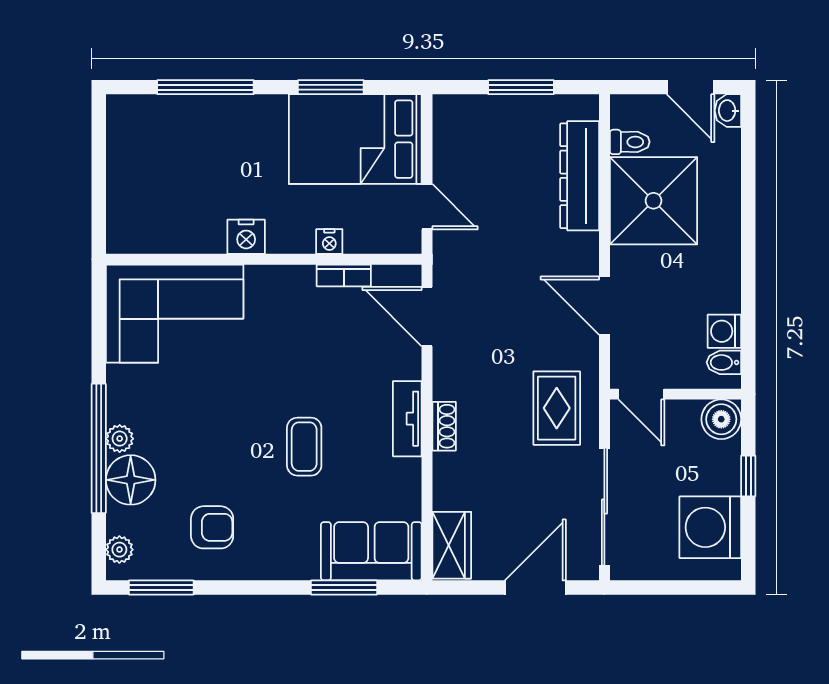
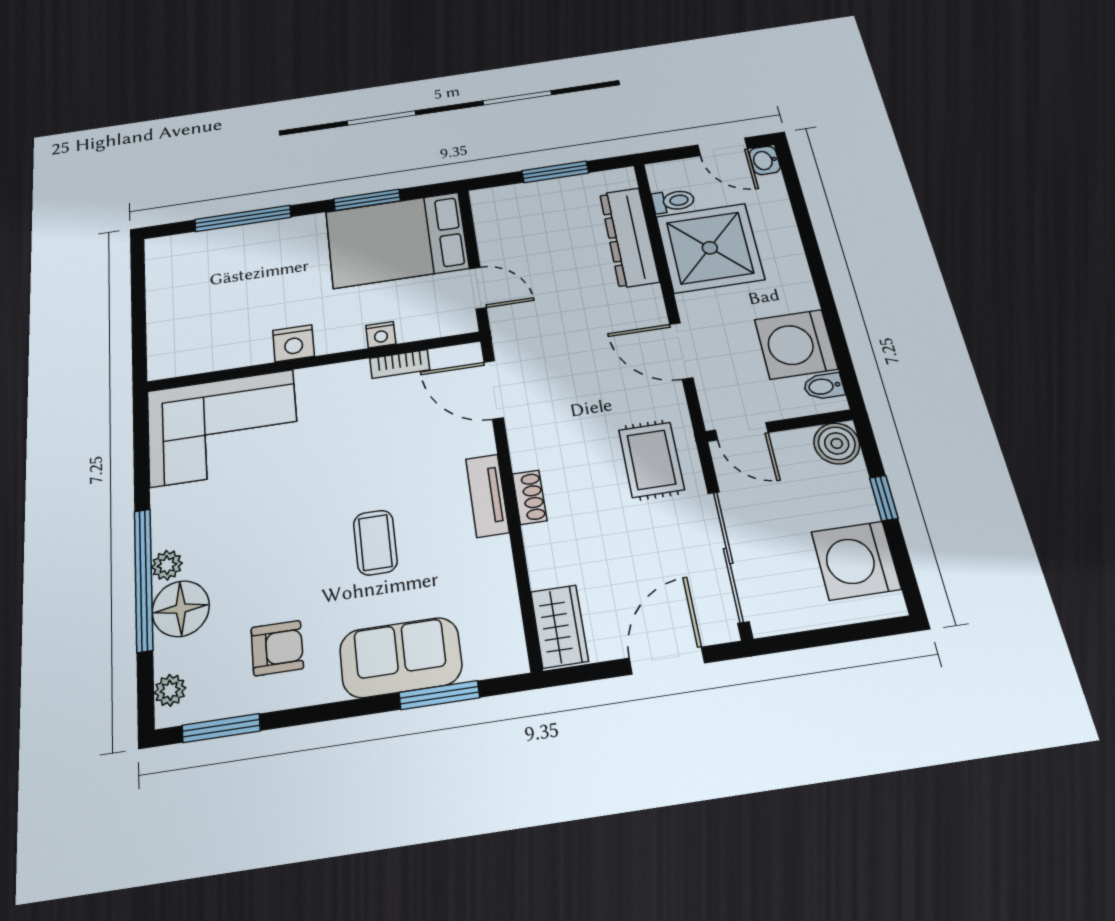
washing machine: (724, 331) -> (796, 344), width x1.89, depth x1.89
sofa: (371, 551) -> (401, 657), moved

